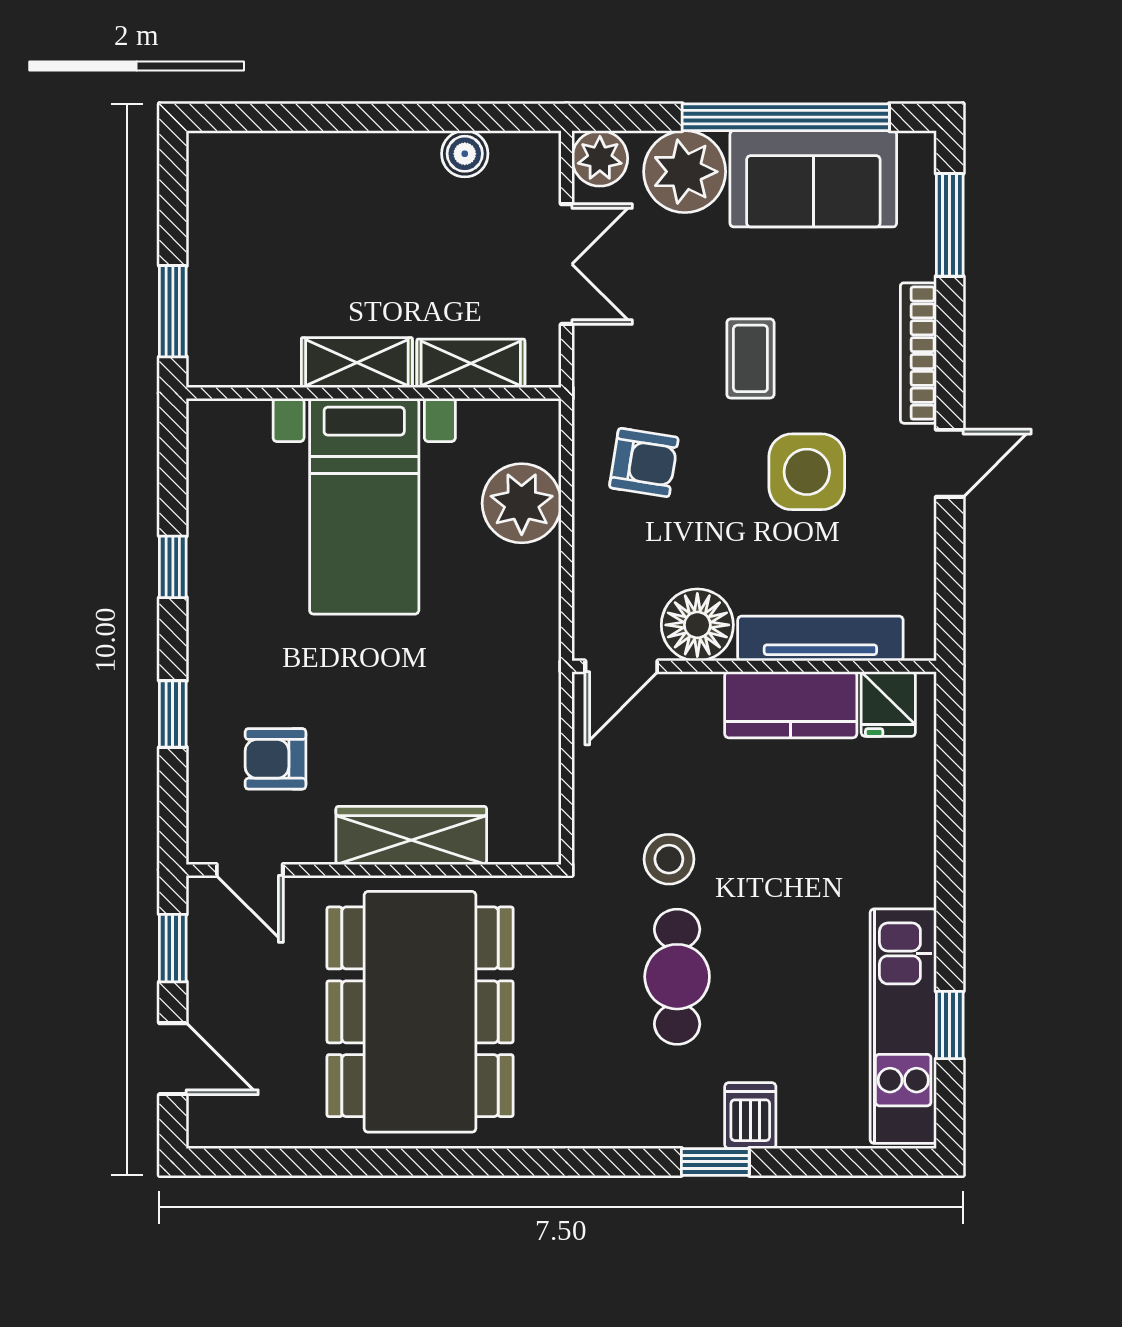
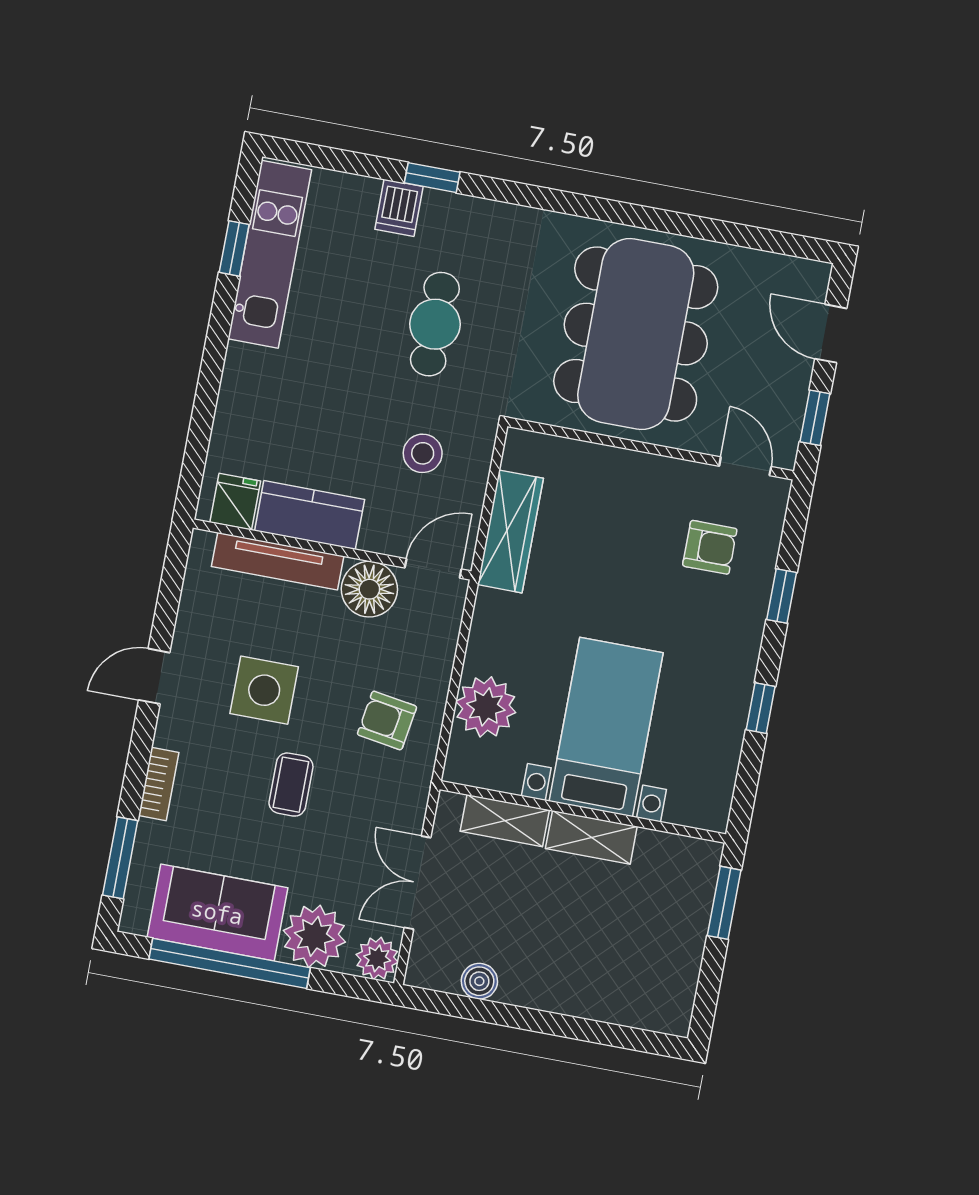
bookcase: (918, 353) -> (159, 784), width x0.64
wardrobe: (411, 835) -> (510, 531), moved, turned -90
stool: (669, 859) -> (423, 453), moved

